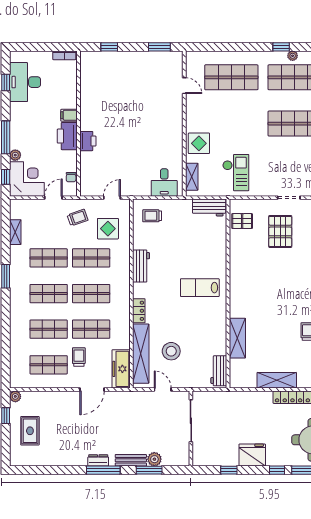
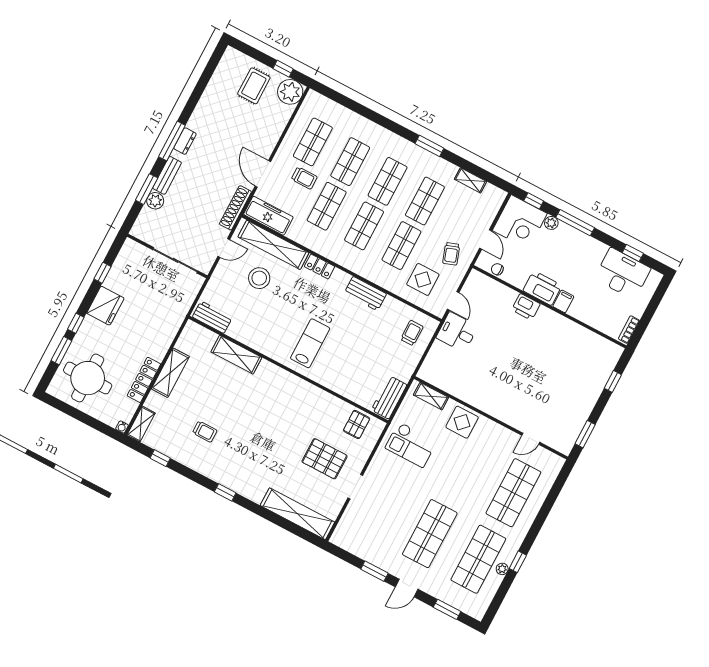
desk: (164, 182) -> (457, 332), moved
plant: (15, 396) -> (290, 92), width x1.88, depth x1.88
shoe rack: (128, 397) -> (235, 208), added
rug: (30, 431) -> (254, 86), turned 90

